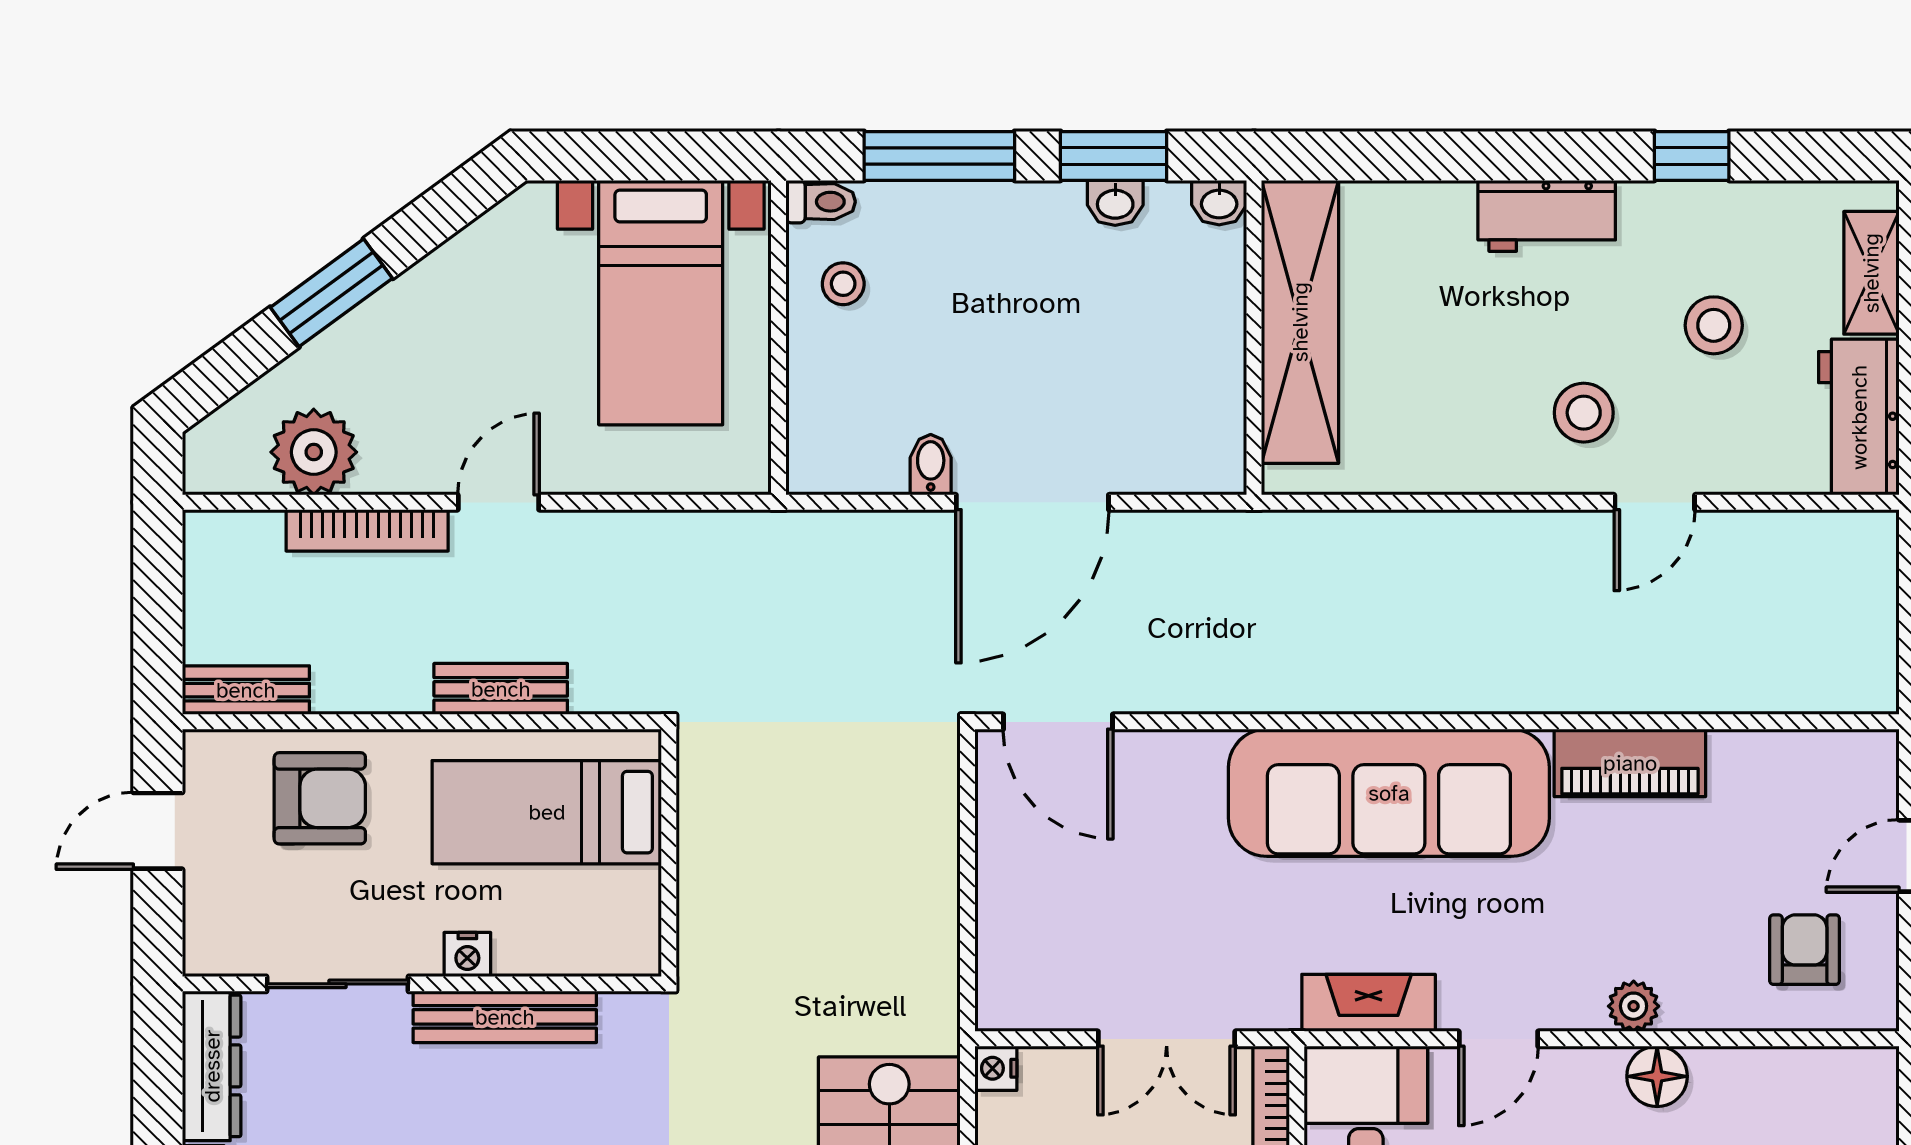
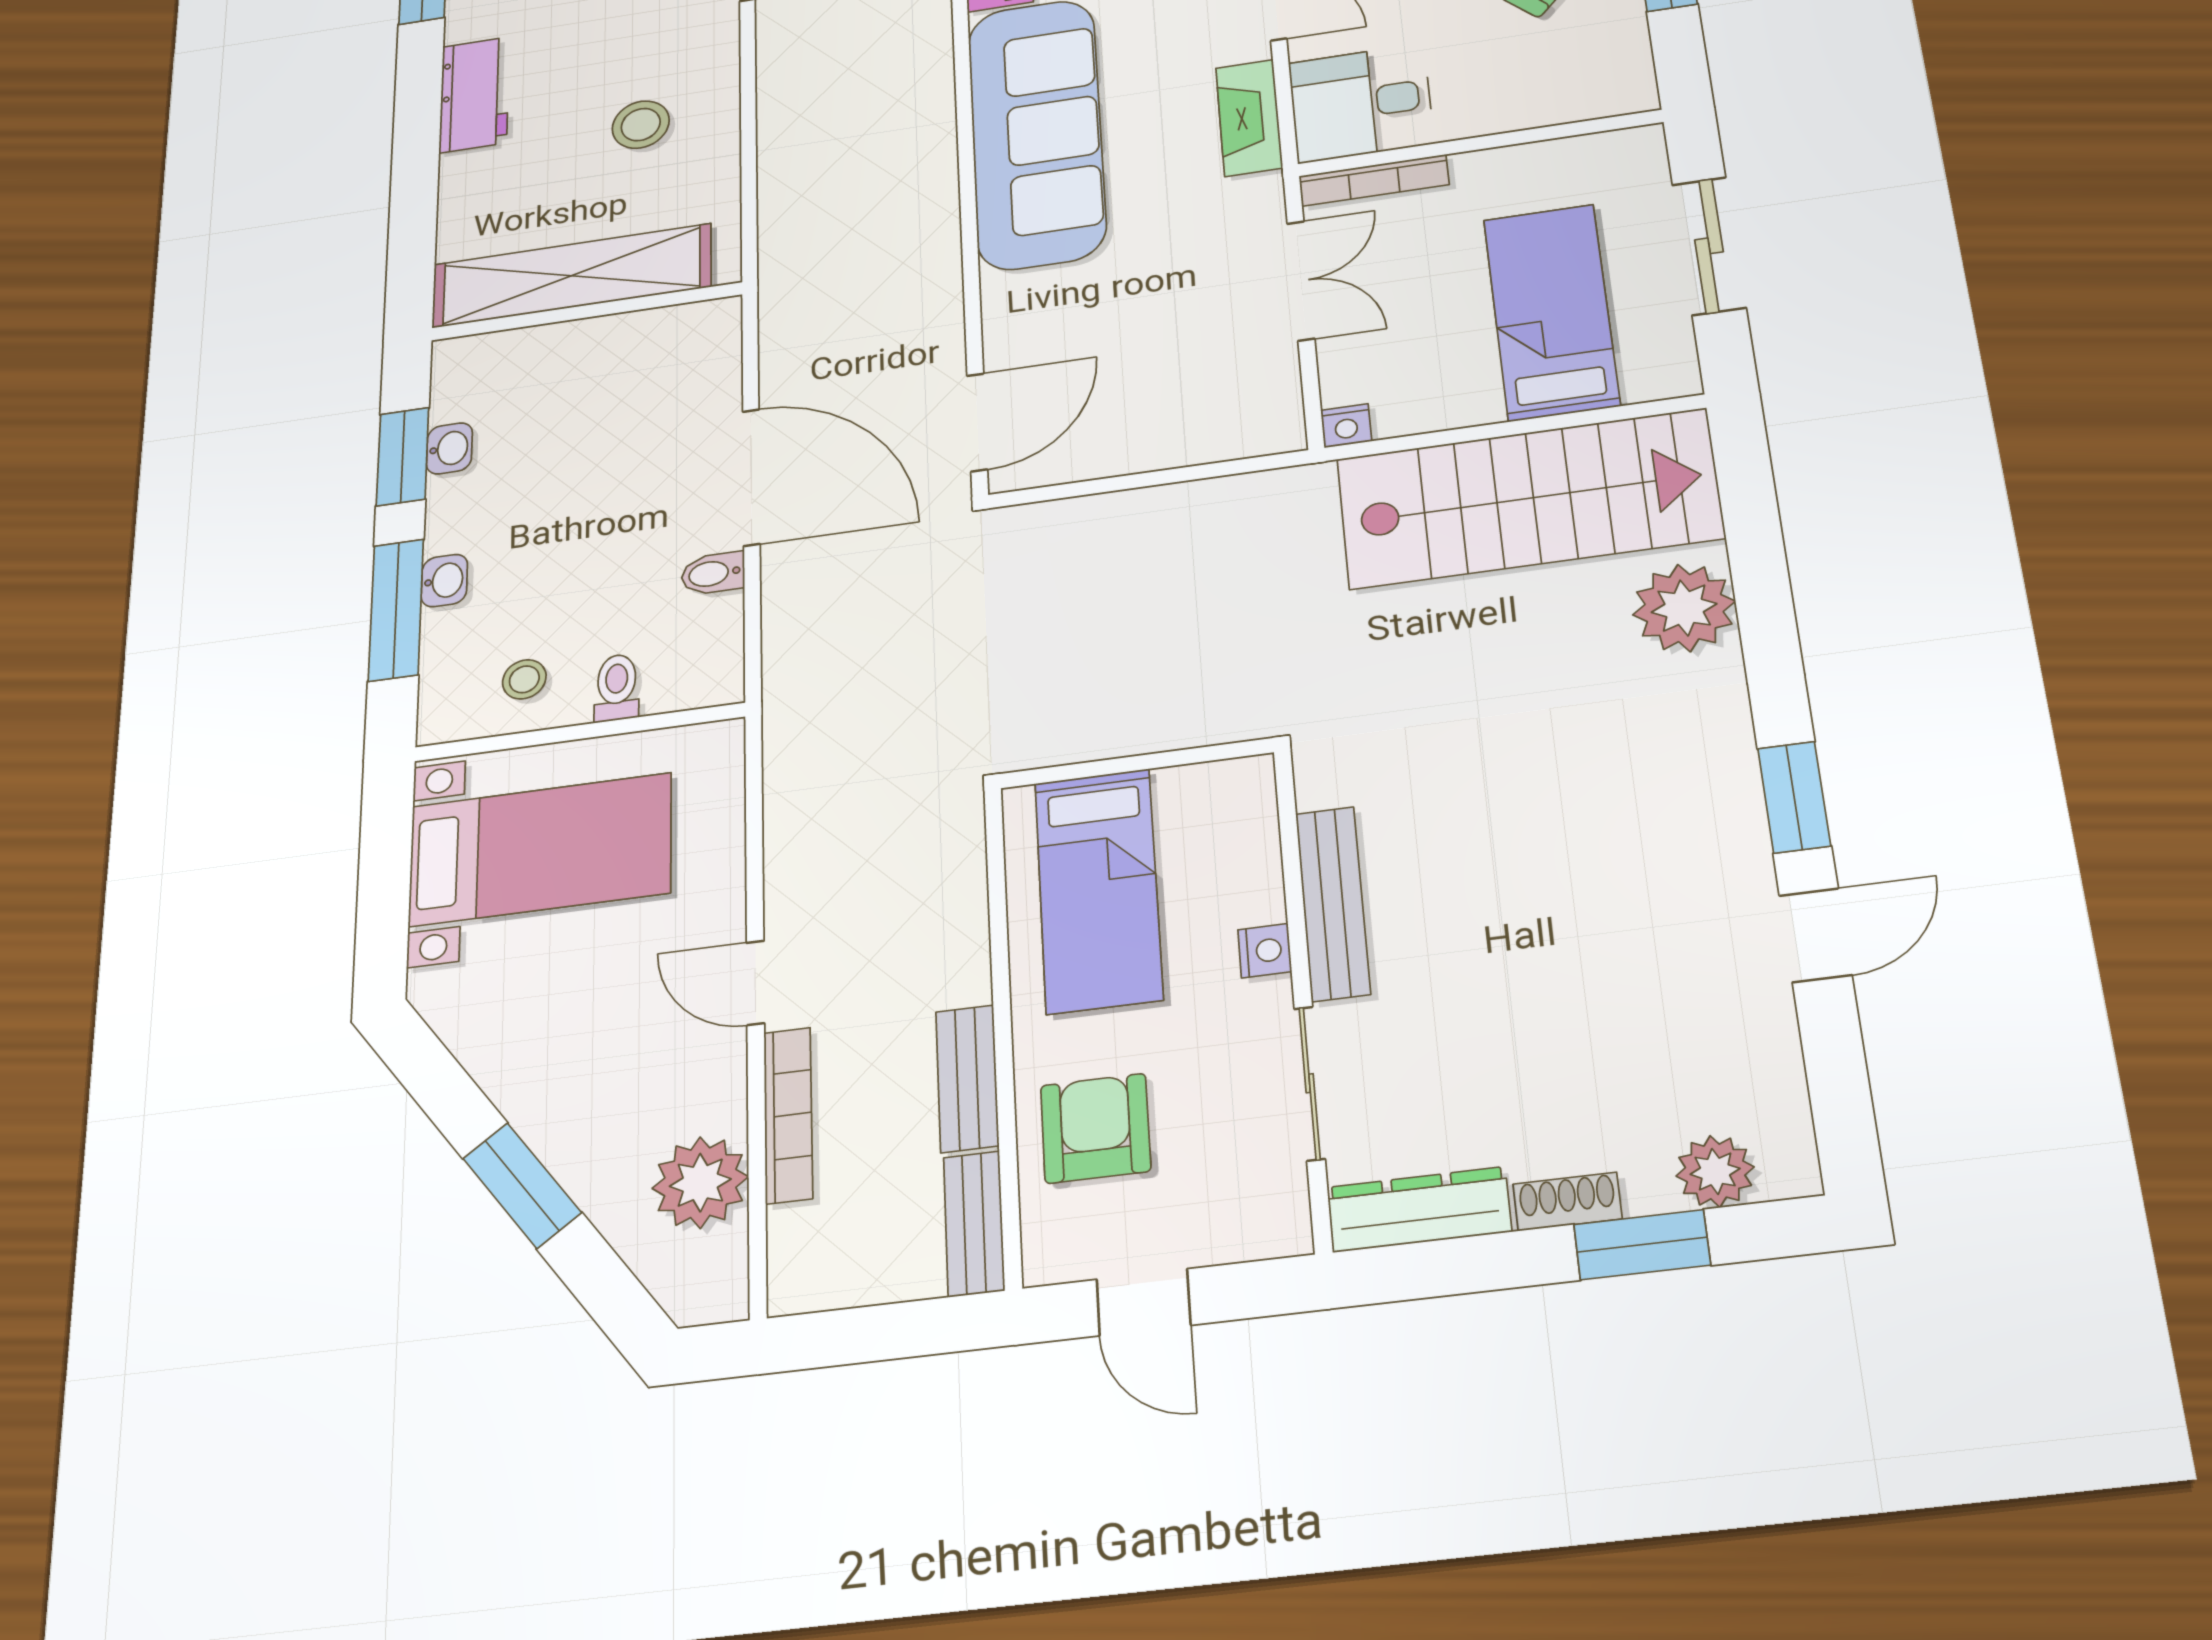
toilet: (821, 202) -> (617, 688), moved
washbasin: (1219, 203) -> (444, 581), moved
stool: (1584, 413) -> (641, 125), moved
bench: (501, 689) -> (967, 1078), moved

